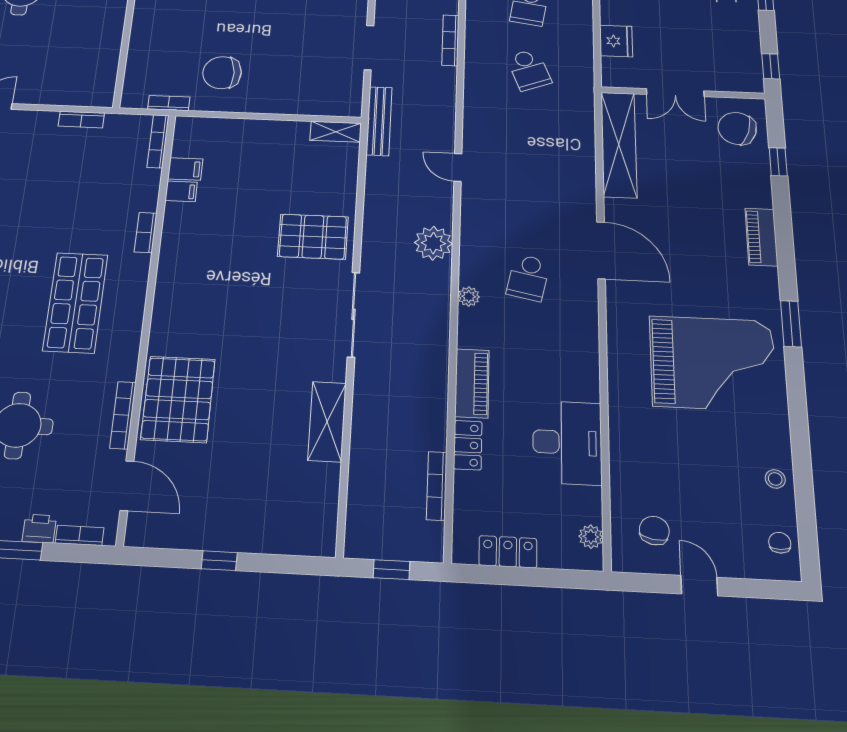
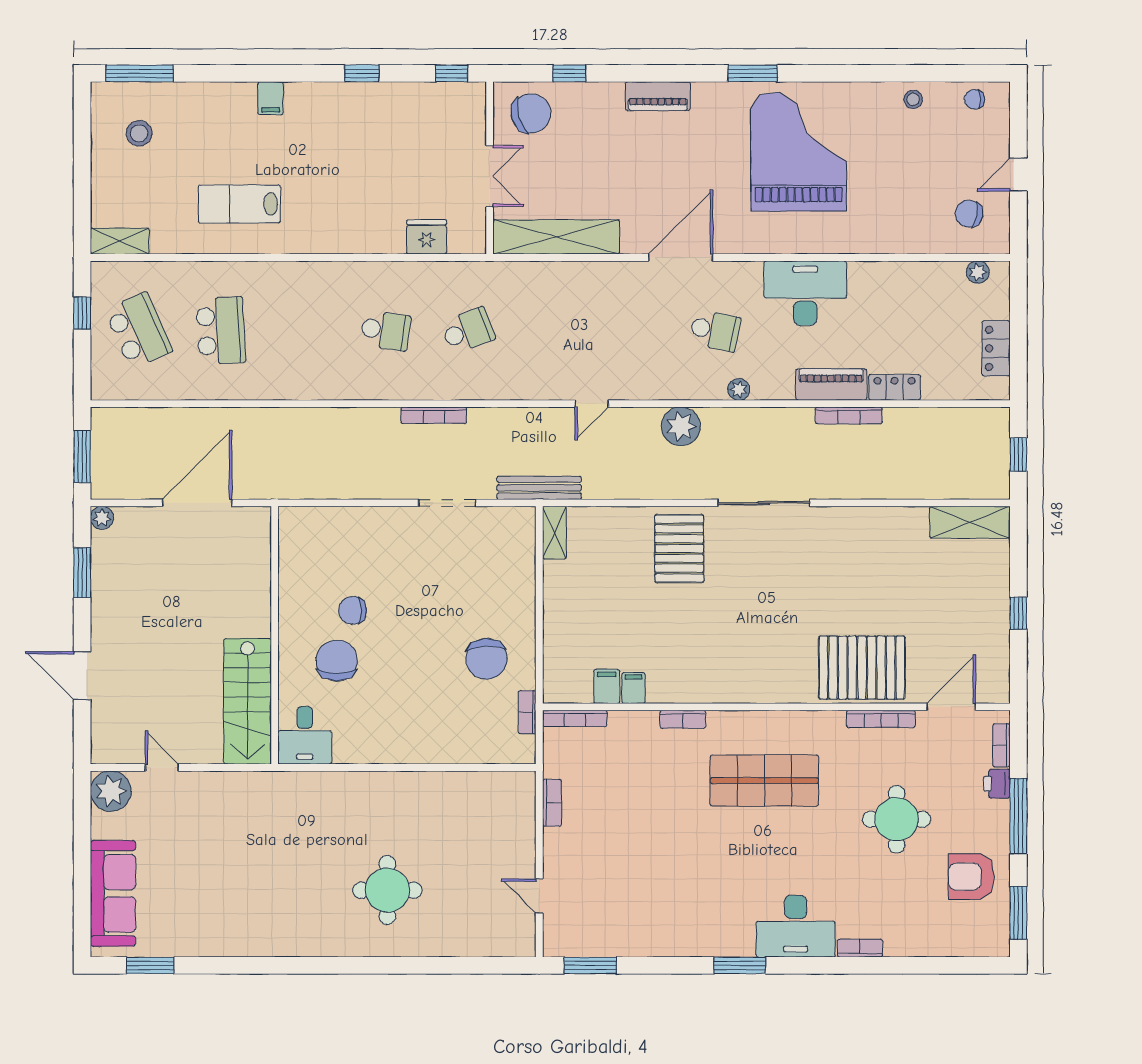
chair: (737, 128) -> (531, 113), turned -123
shelving: (327, 422) -> (970, 522), moved
desk: (567, 442) -> (805, 293), moved
bookcase: (437, 486) -> (849, 415), moved

